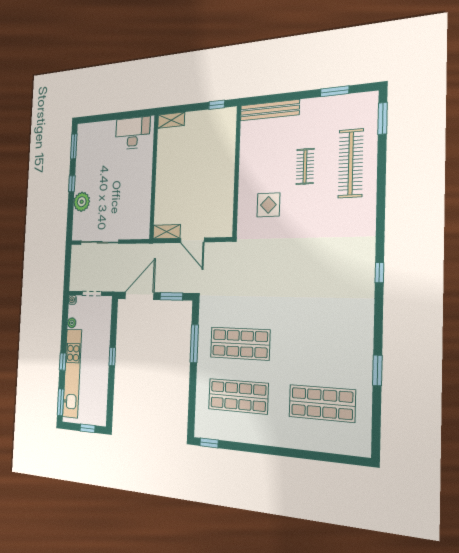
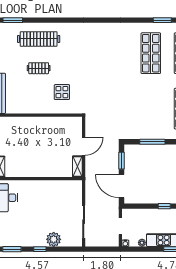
window: (379, 273) -> (105, 20), removed
shop shelf: (240, 344) -> (151, 53), moved

